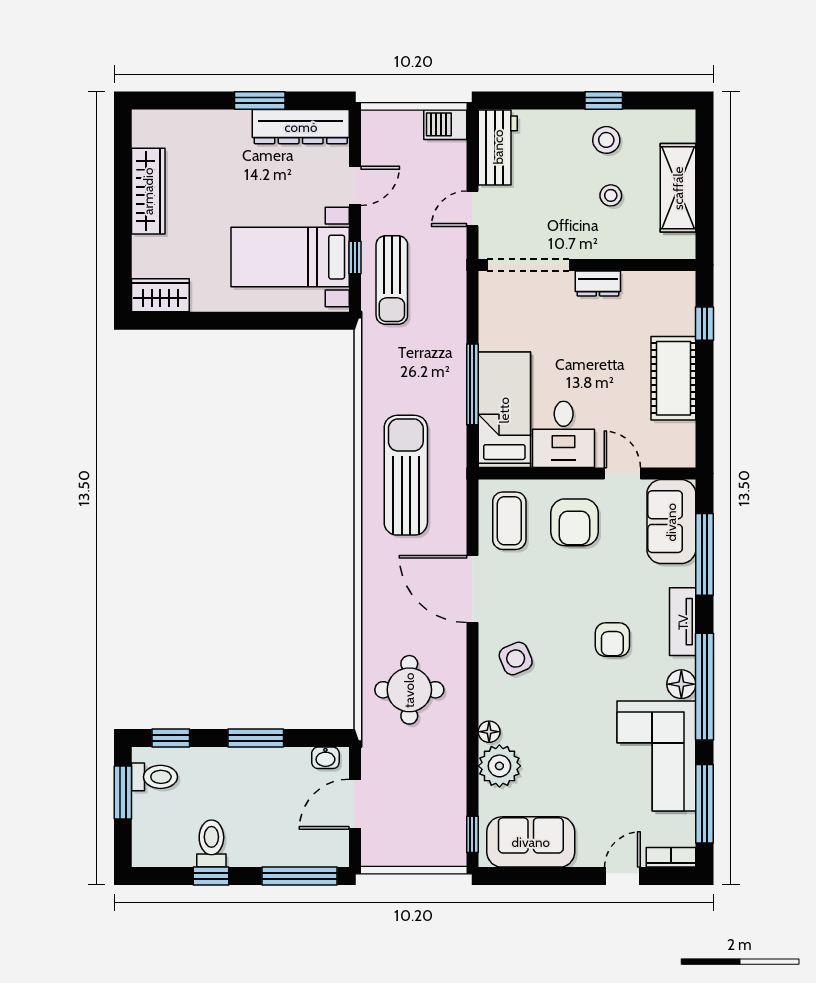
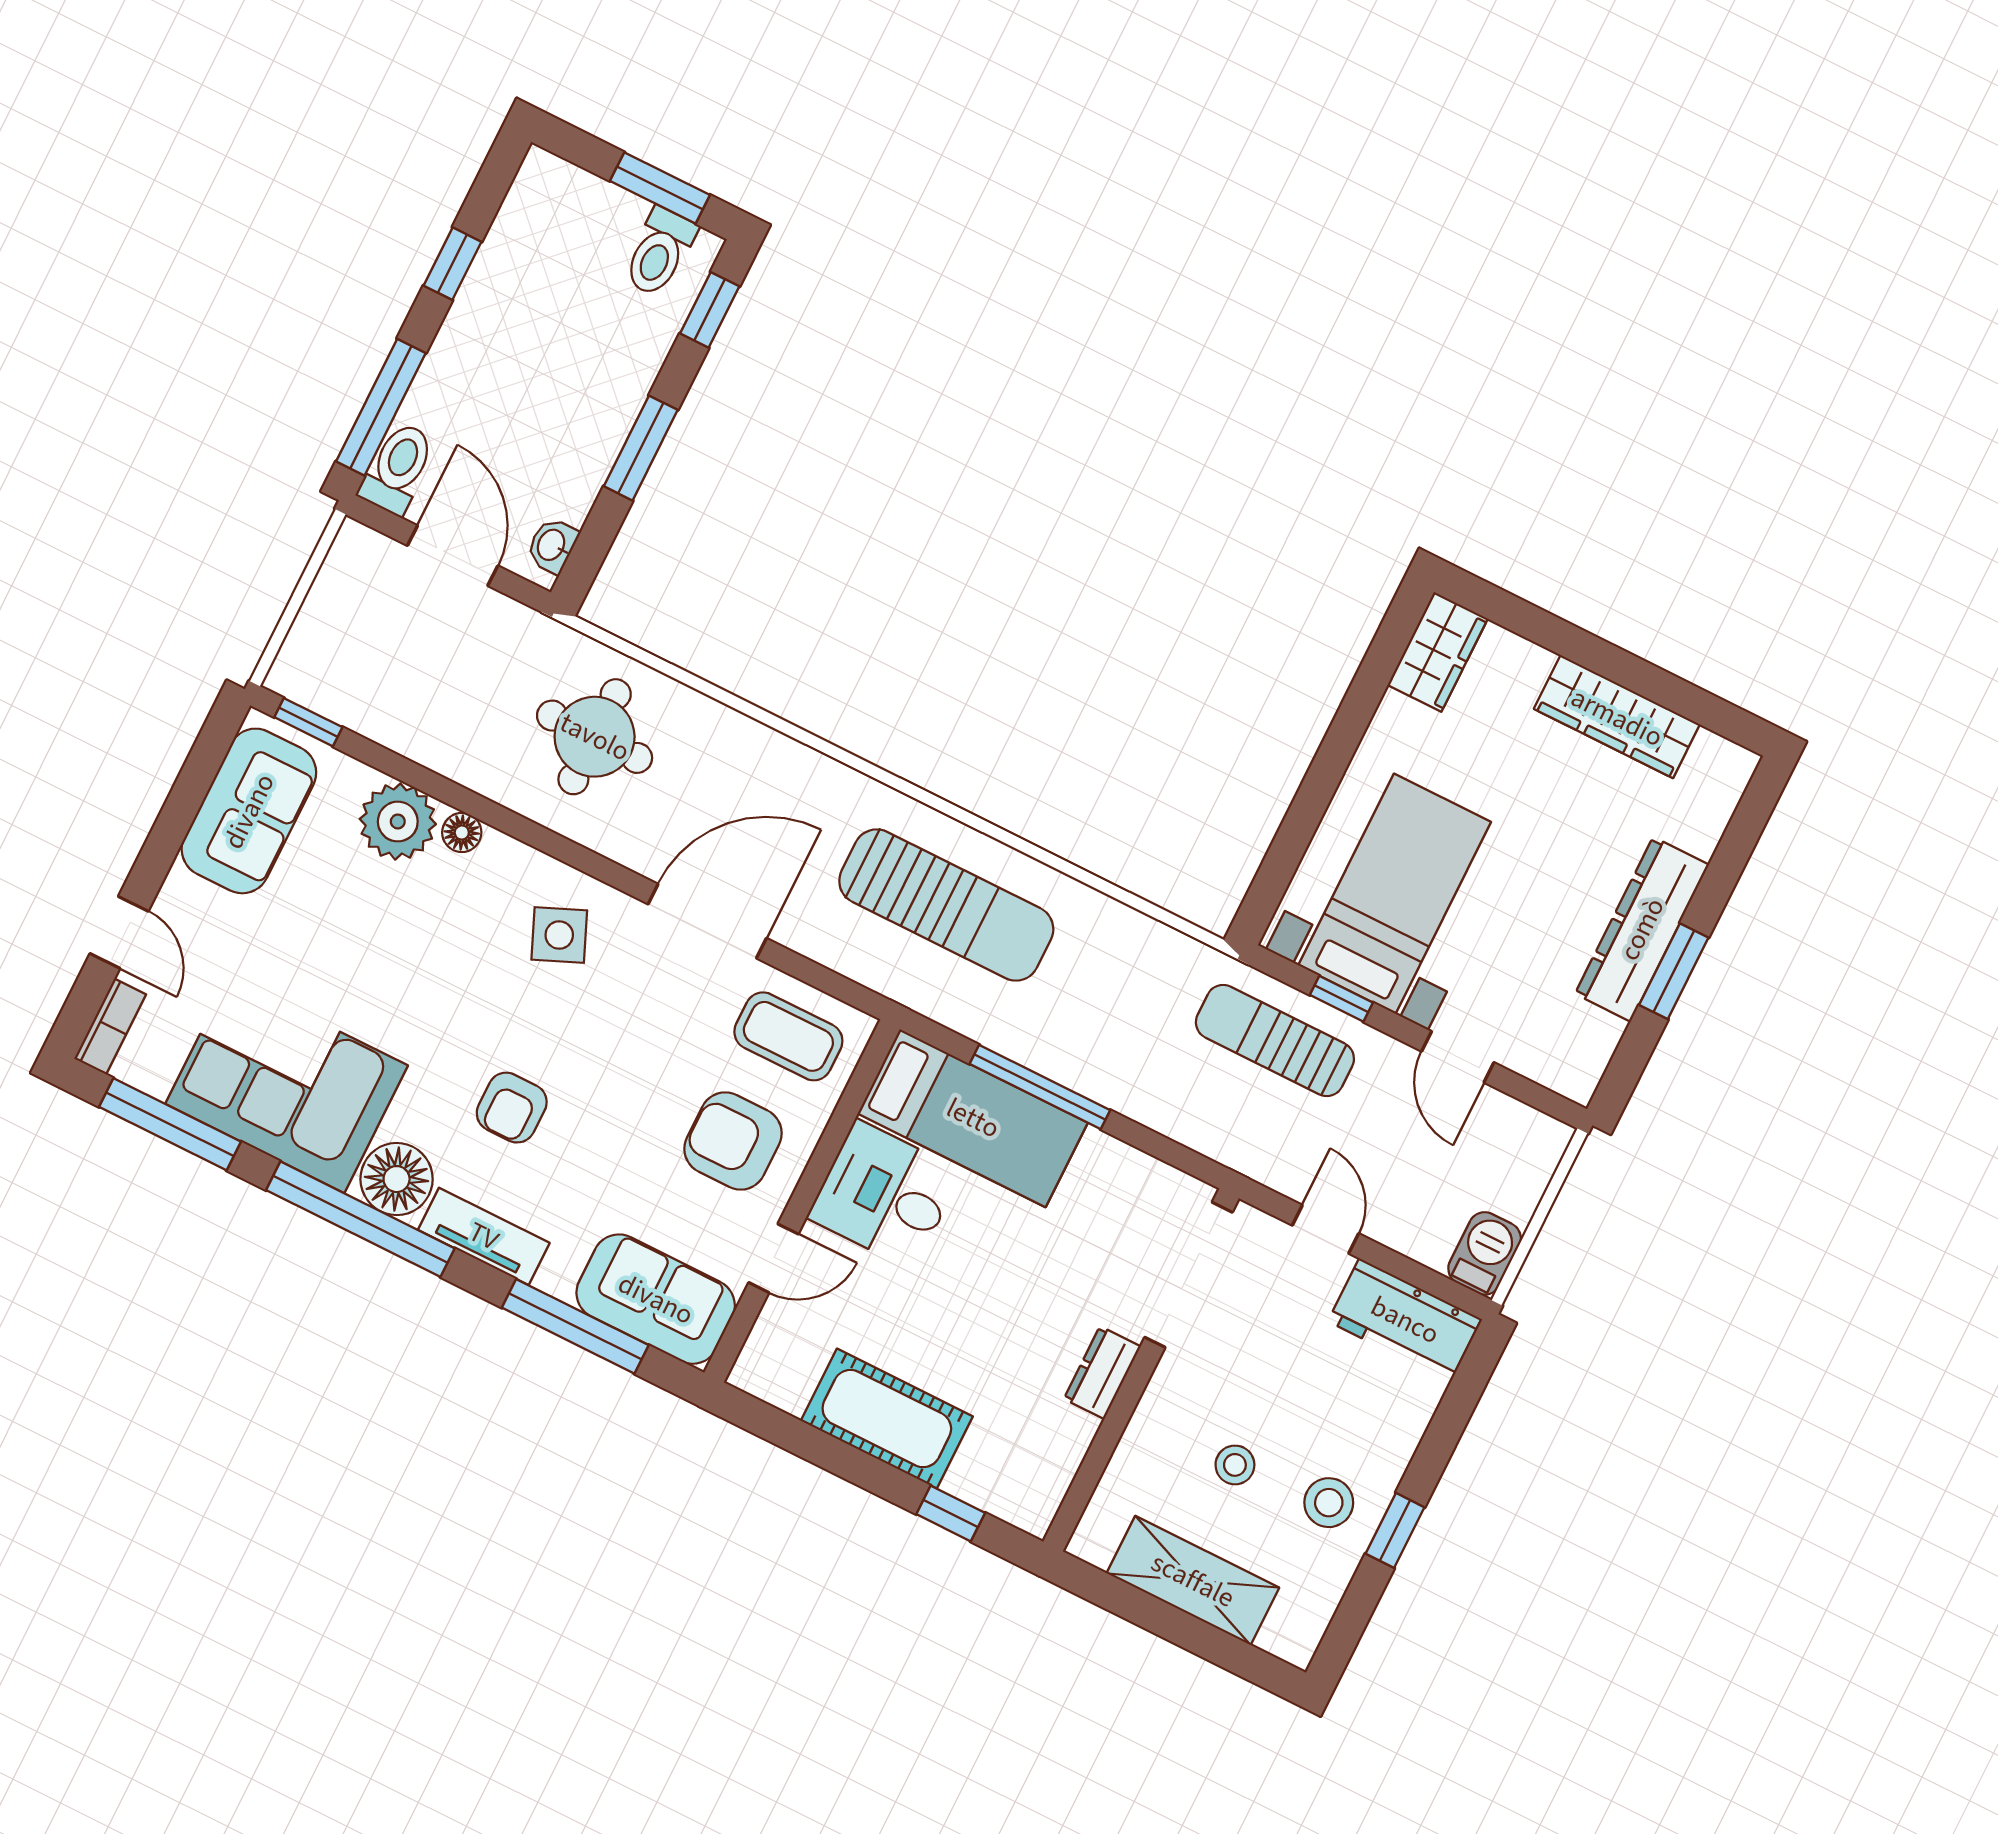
dresser: (301, 127) -> (1642, 929), moved
armchair: (612, 640) -> (512, 1108), turned -90
floor lamp: (681, 684) -> (397, 1179), width x1.38, depth x1.38
toilet: (211, 844) -> (398, 468), moved, turned -90

